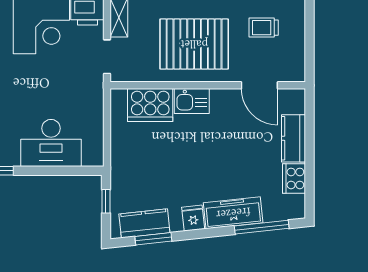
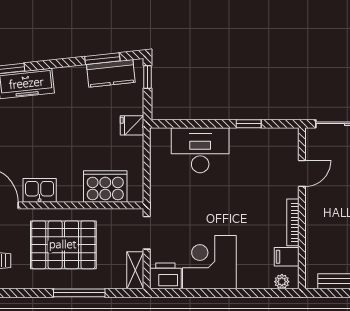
kitchen sink: (192, 101) -> (40, 190), moved
window: (106, 201) -> (148, 77), moved
fridge: (193, 218) -> (132, 125), moved, turned 96

